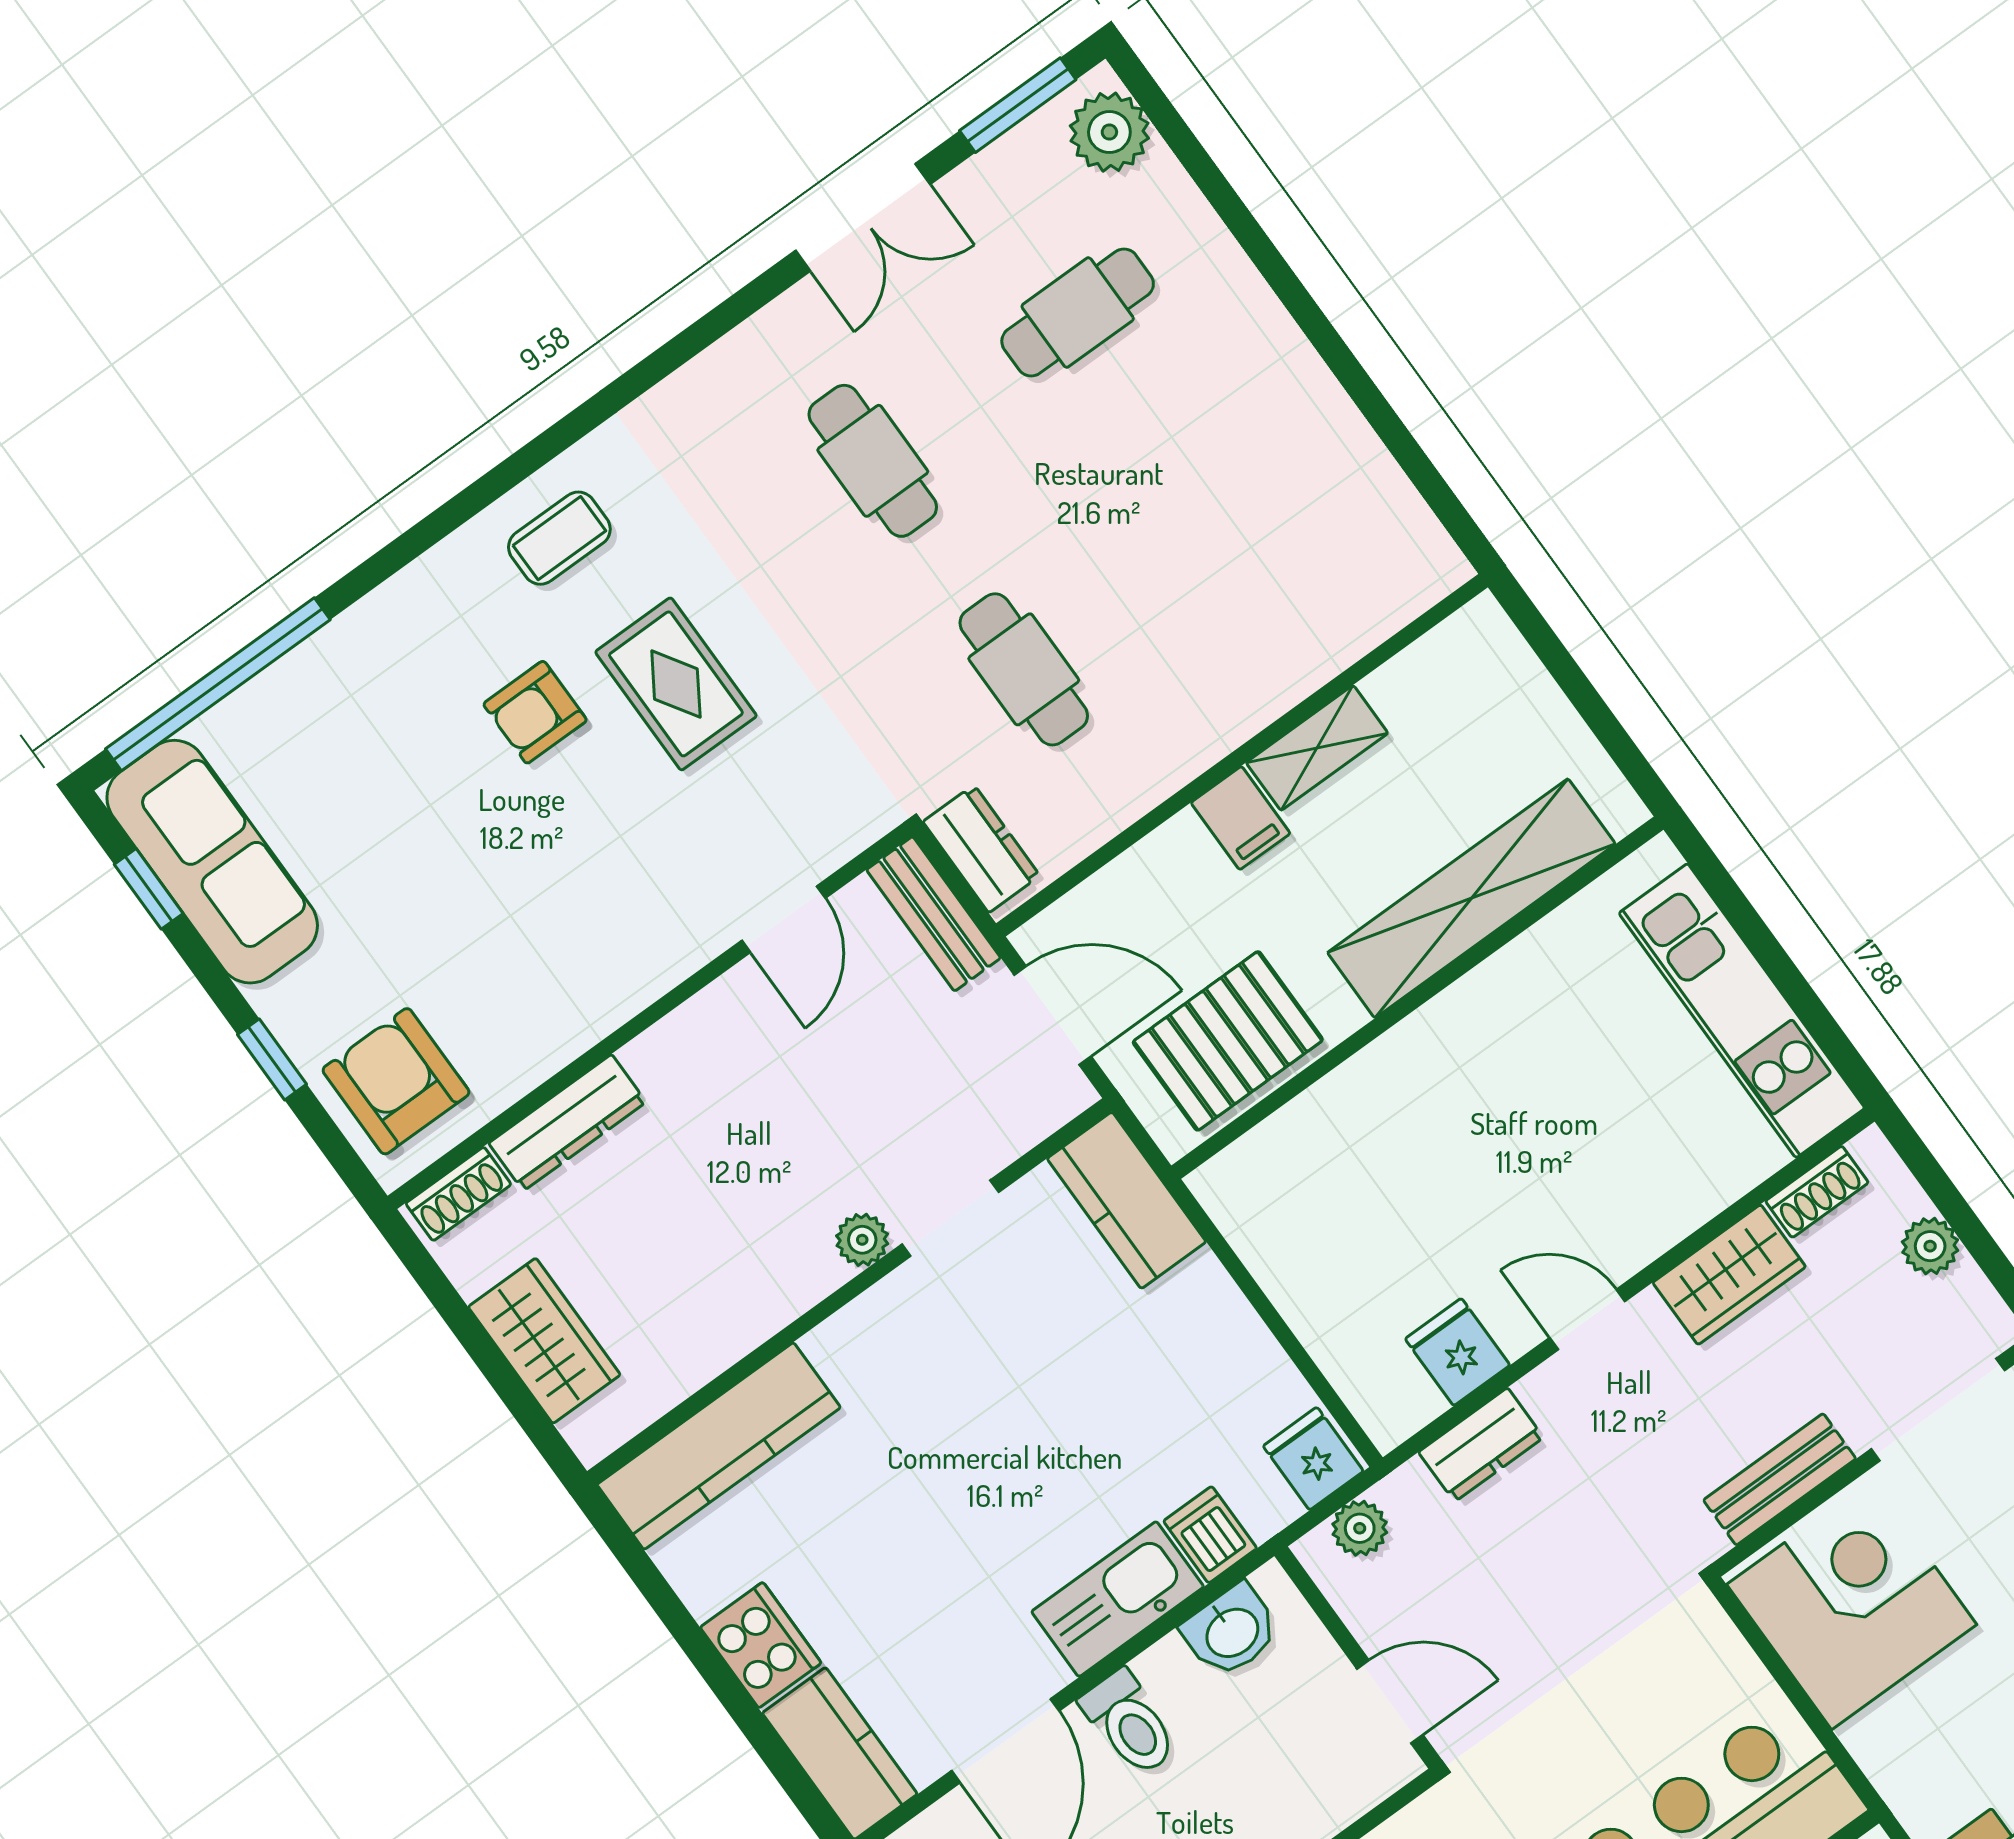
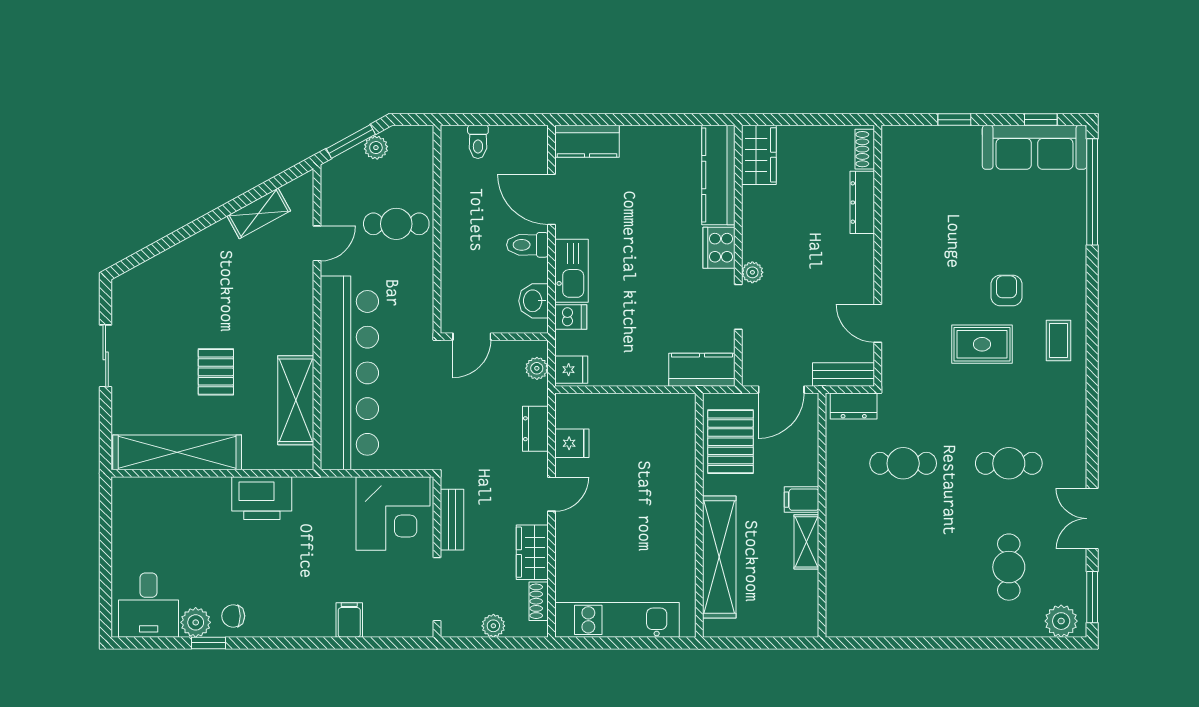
armchair: (396, 1081) -> (917, 155), removed
wardrobe: (544, 1341) -> (759, 155), moved, turned -90
cooker: (761, 1645) -> (719, 248), moved, turned 90

